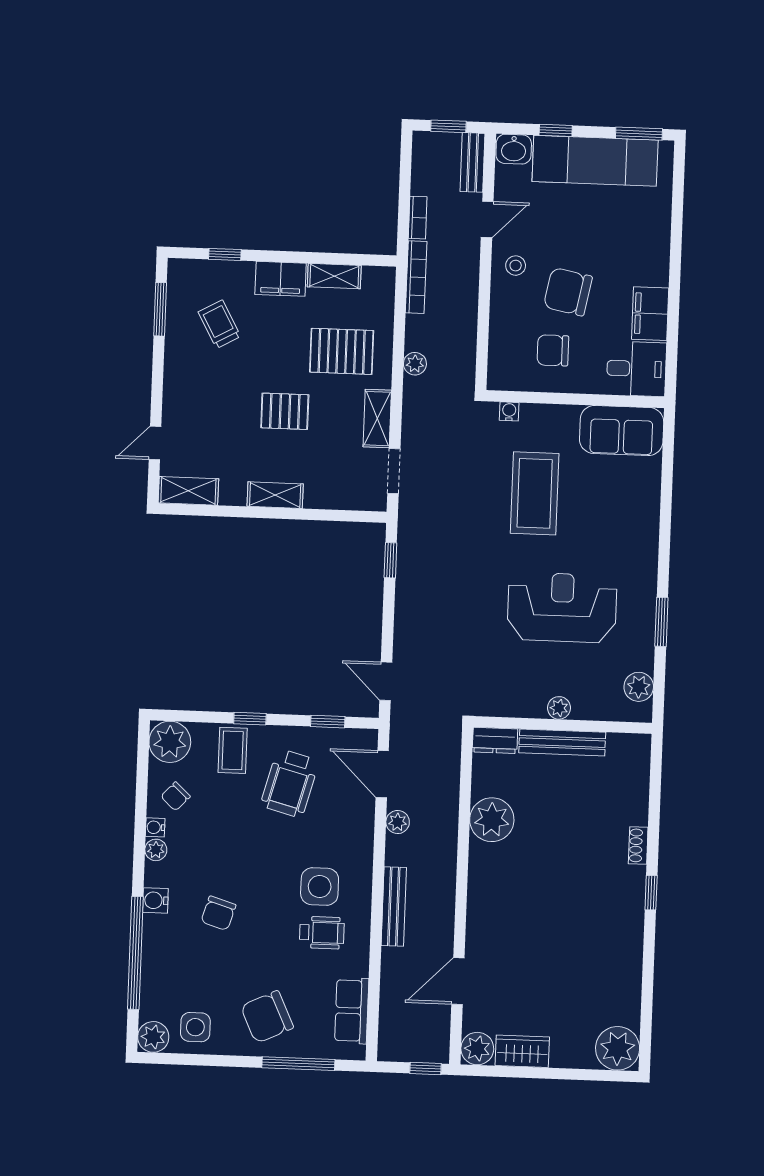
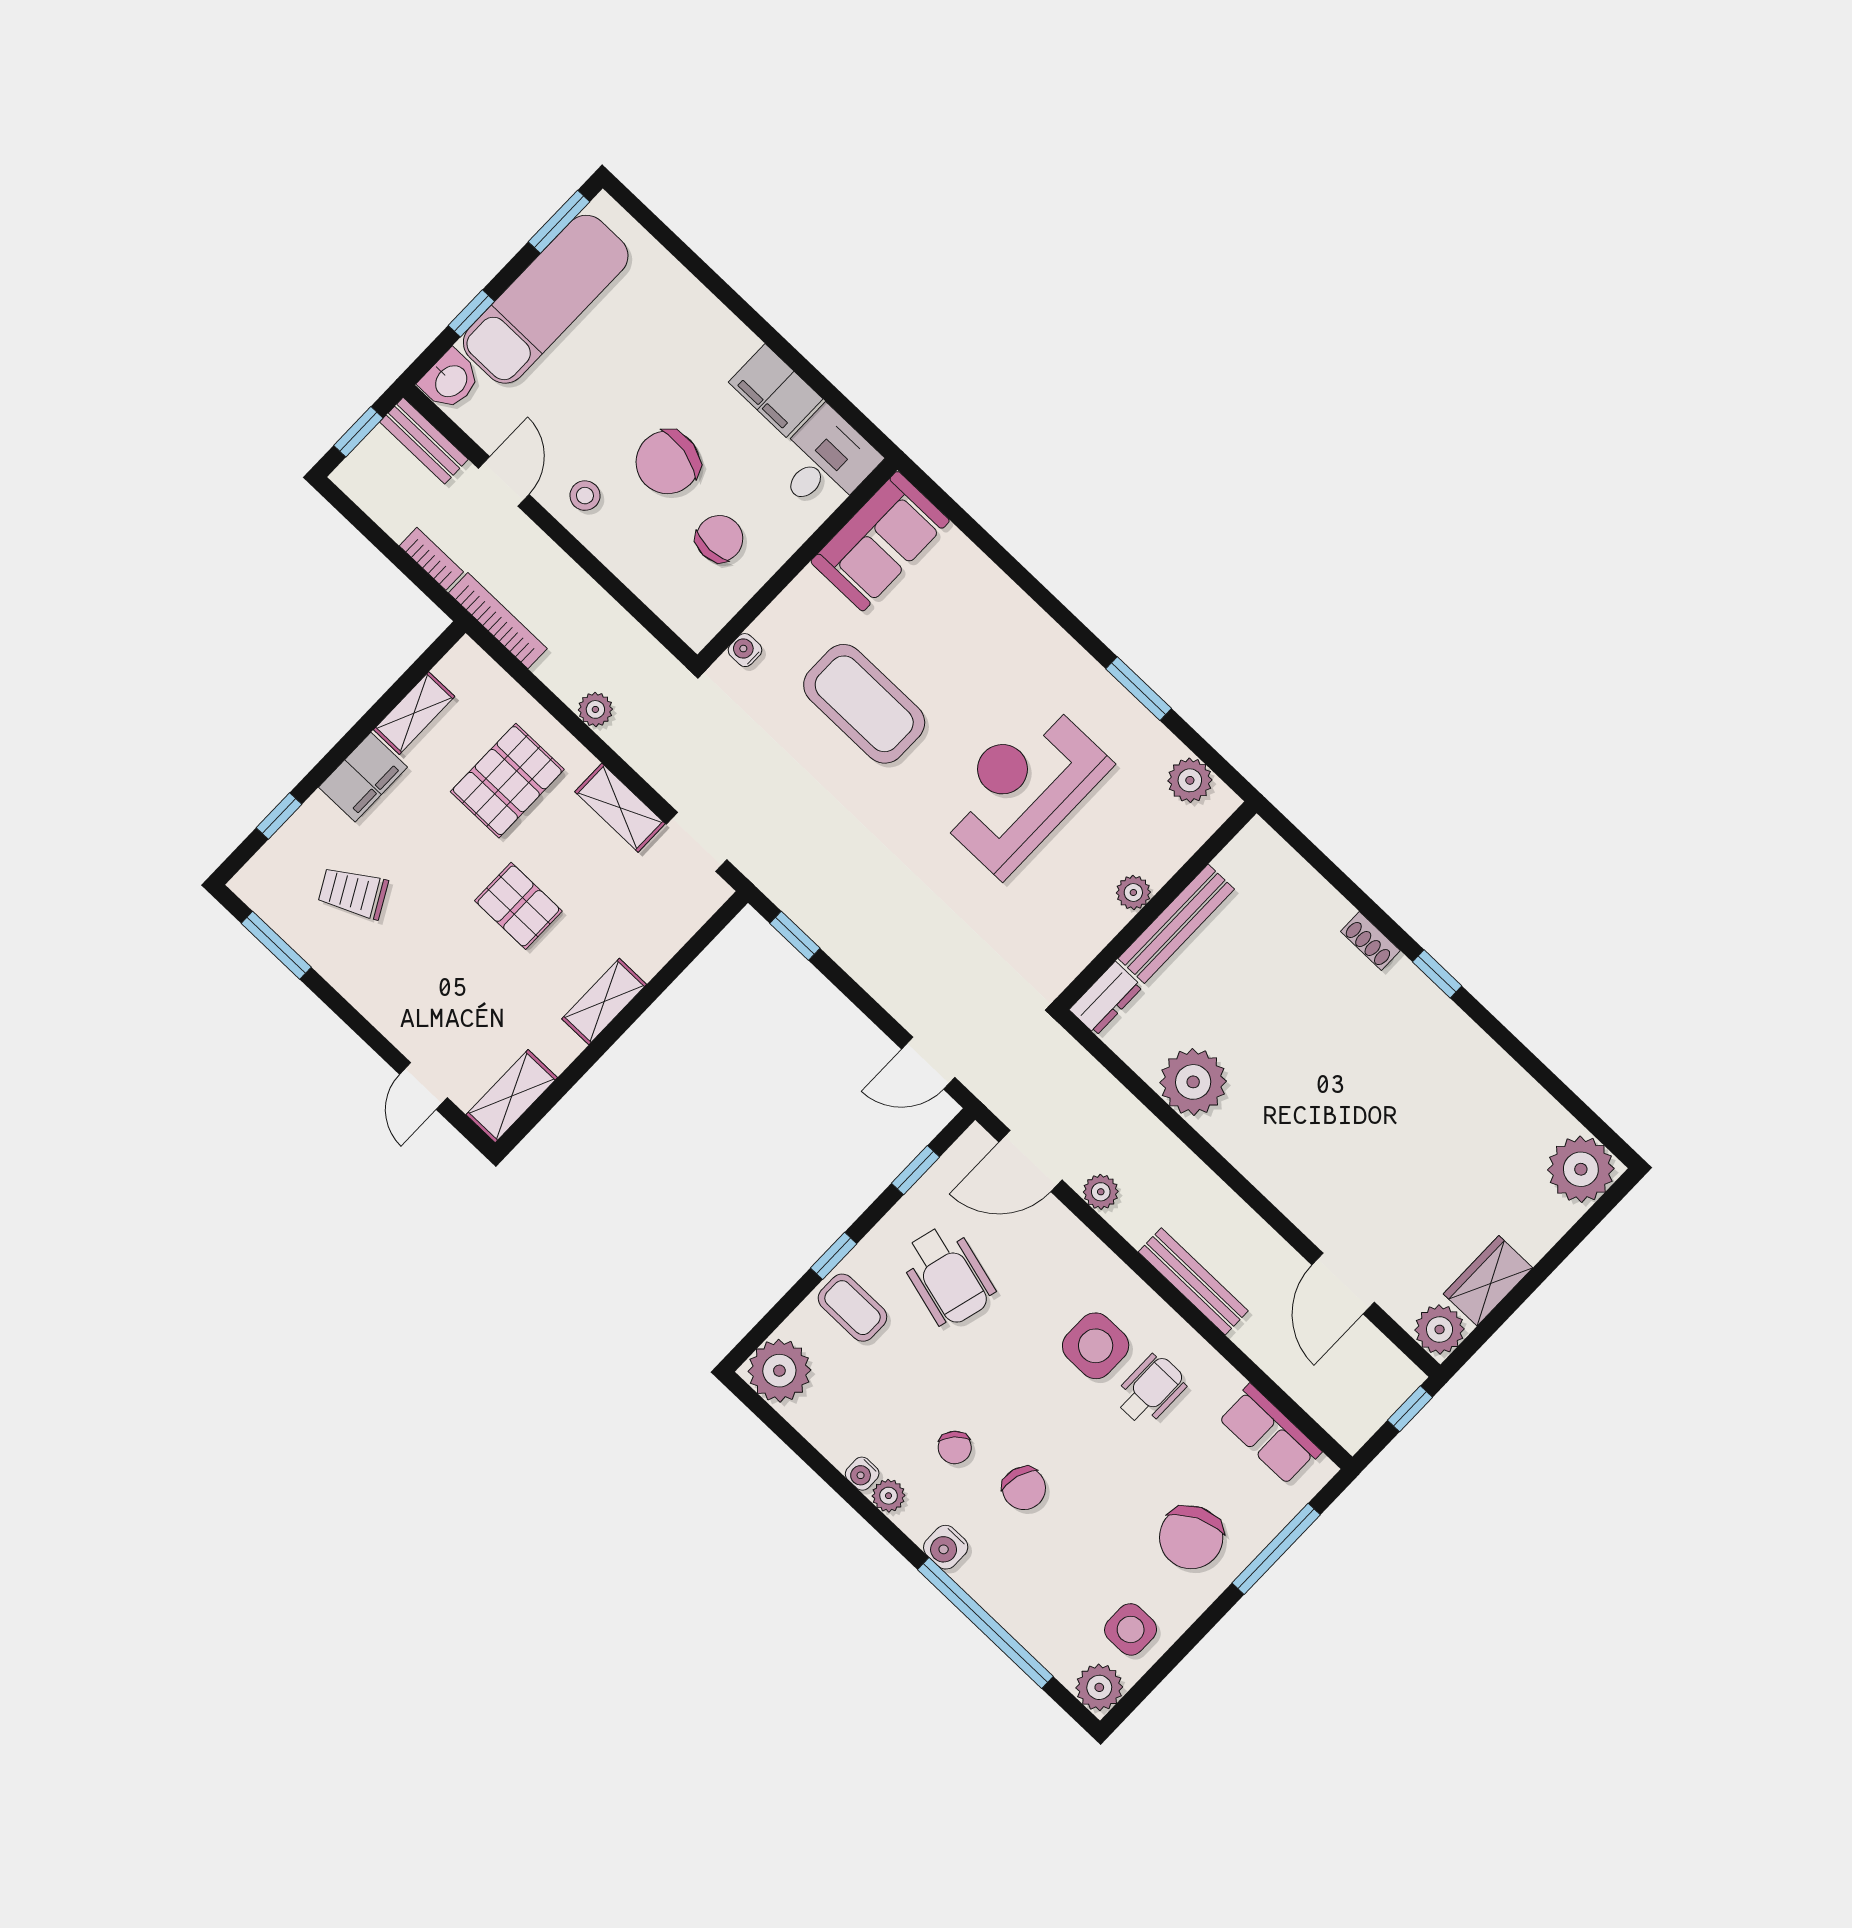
chair: (553, 350) -> (719, 539), turned 180
pallet: (285, 411) -> (518, 906), turned 90
chair: (175, 796) -> (955, 1447), moved

